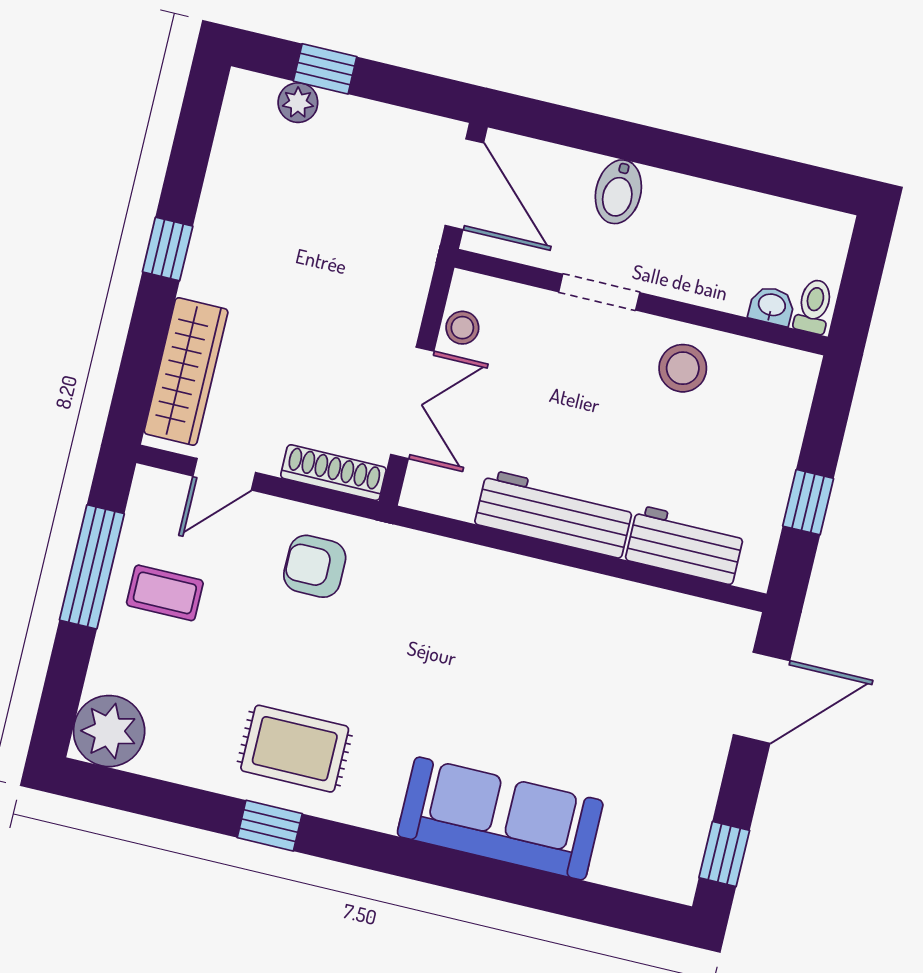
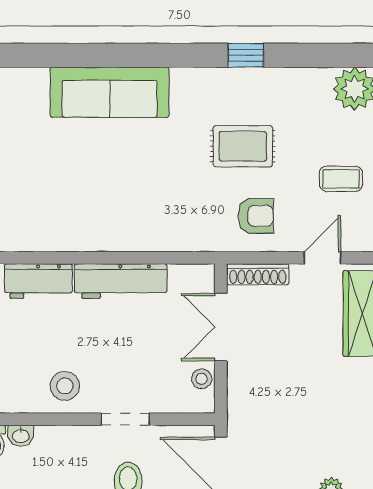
rug: (295, 749) -> (243, 146), moved

